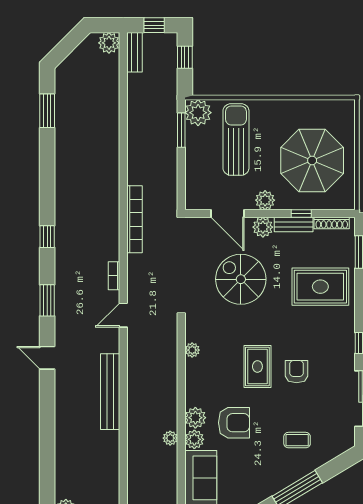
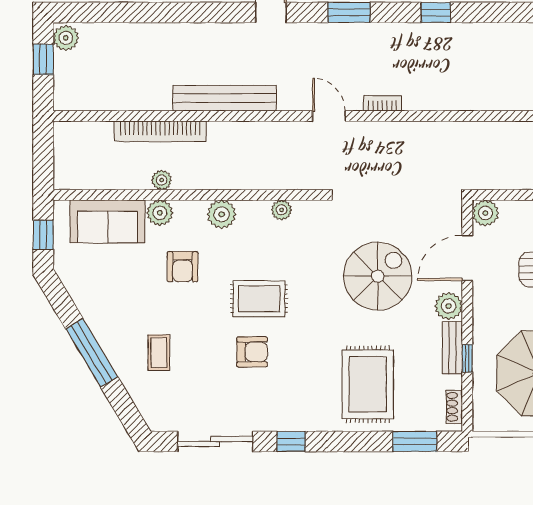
plant: (265, 200) -> (485, 213), moved
bookcase: (134, 219) -> (160, 131), moved
shoe rack: (332, 223) -> (454, 407), width x0.70
plant: (195, 418) -> (222, 214), moved
armchair: (234, 423) -> (183, 267), width x0.72, depth x0.72

